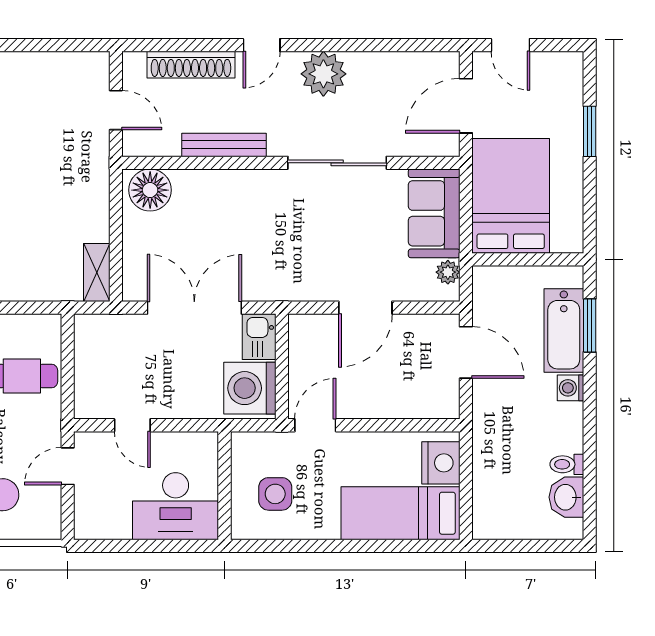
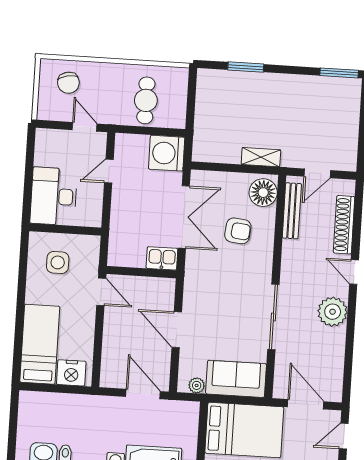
bench: (224, 145) -> (292, 211), moved
armchair: (210, 225) -> (238, 231), added
shelving: (97, 272) -> (261, 157), moved
door: (466, 352) -> (143, 394), swing flipped
washing machine: (250, 388) -> (167, 153), moved, turned -90

